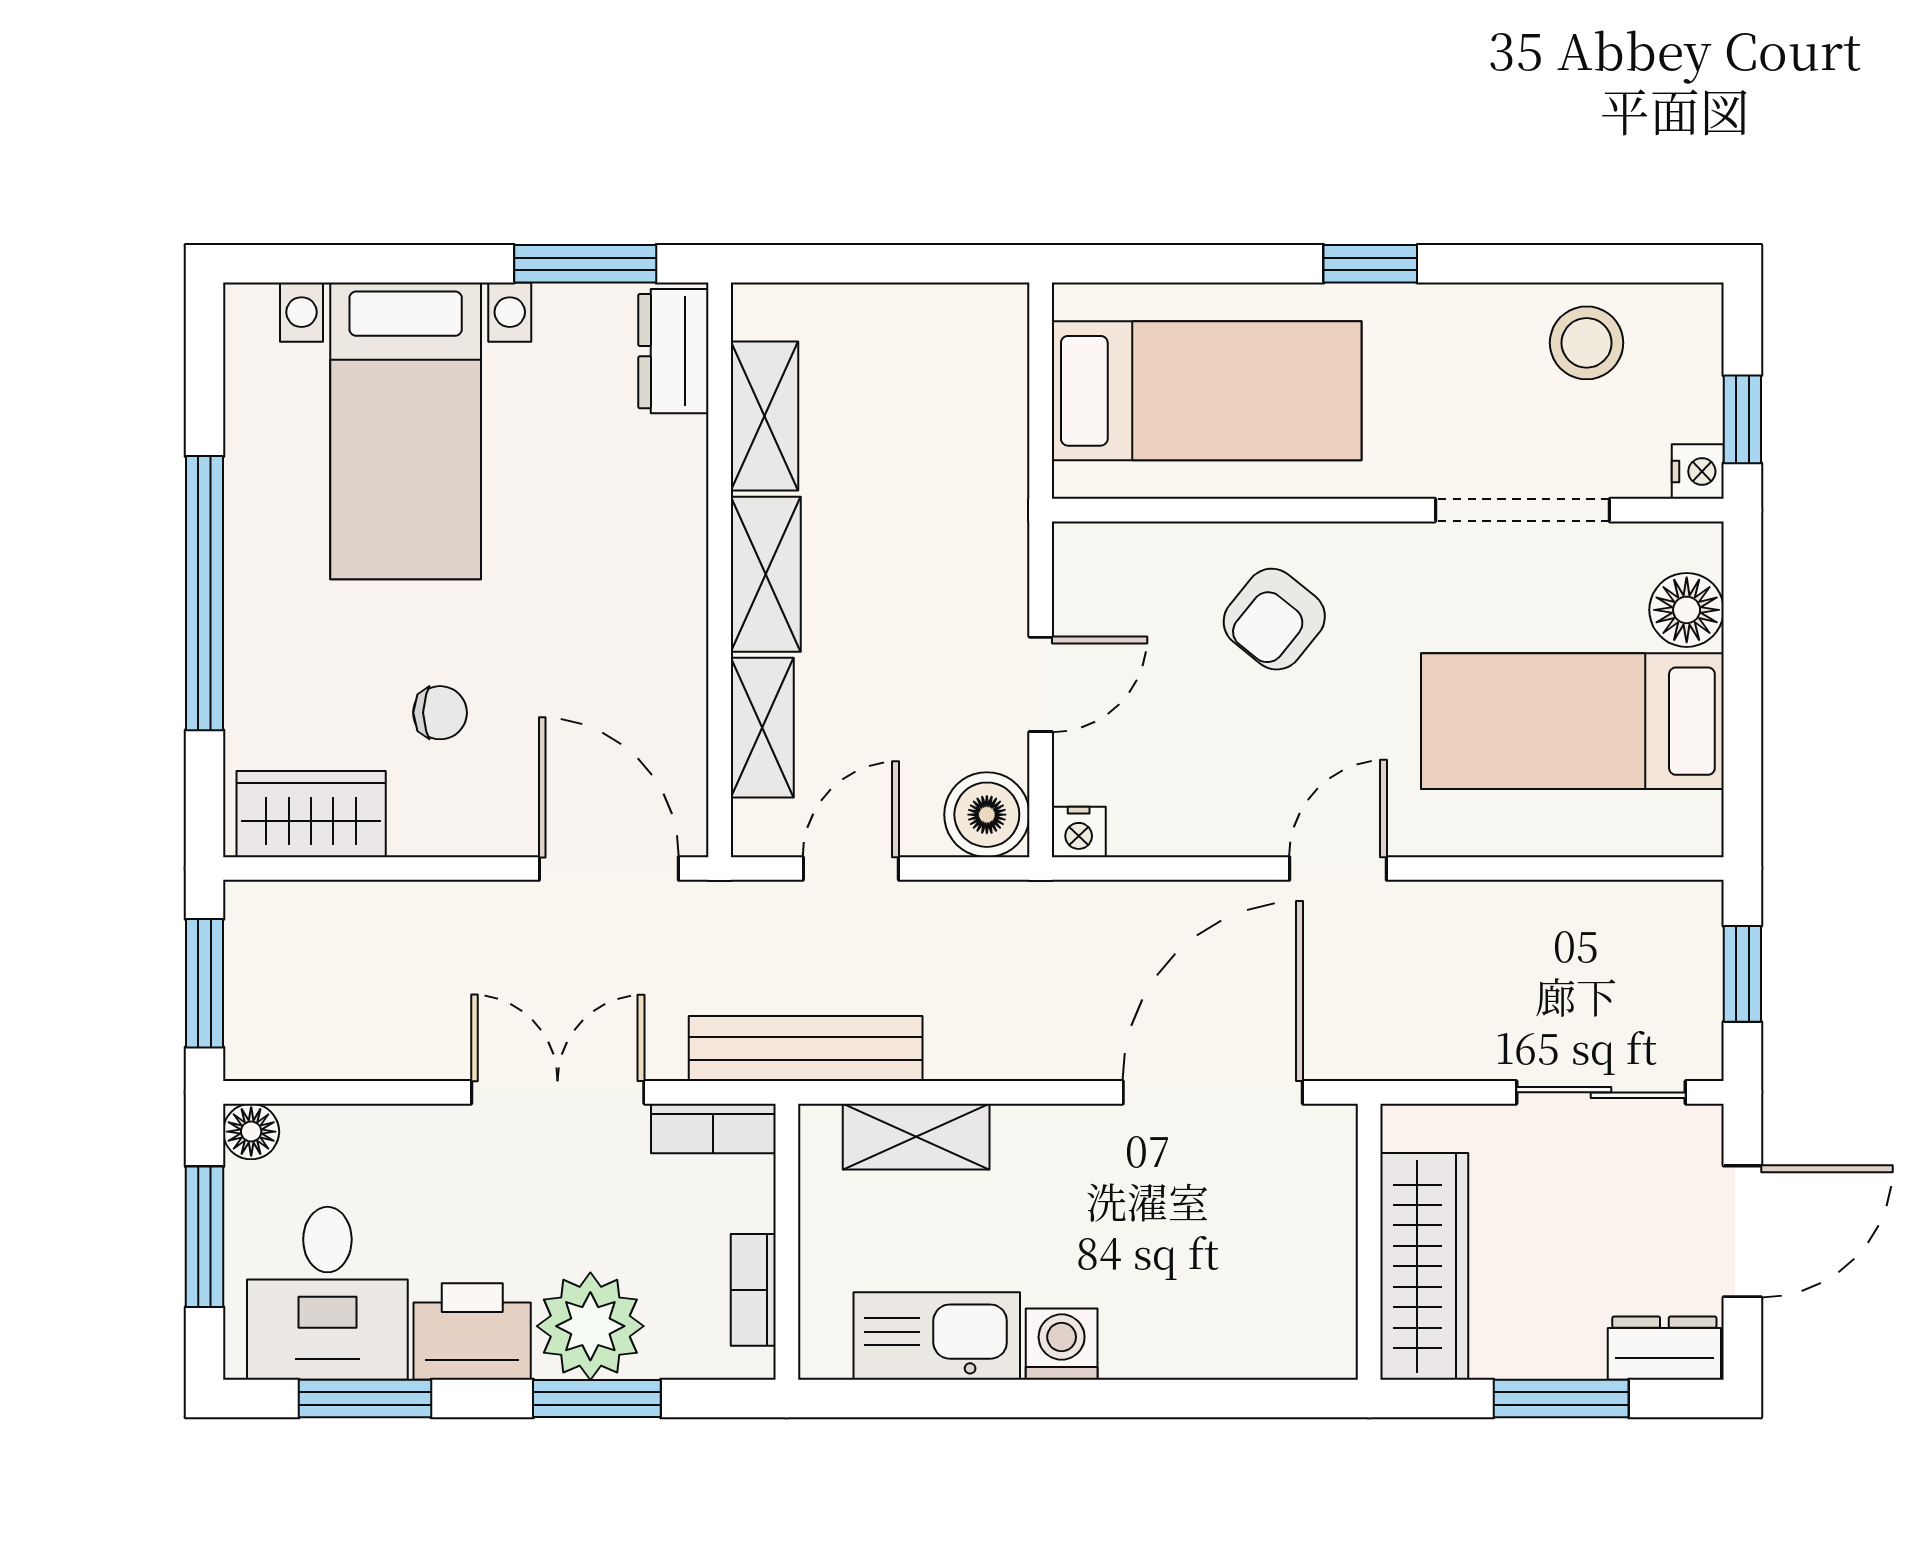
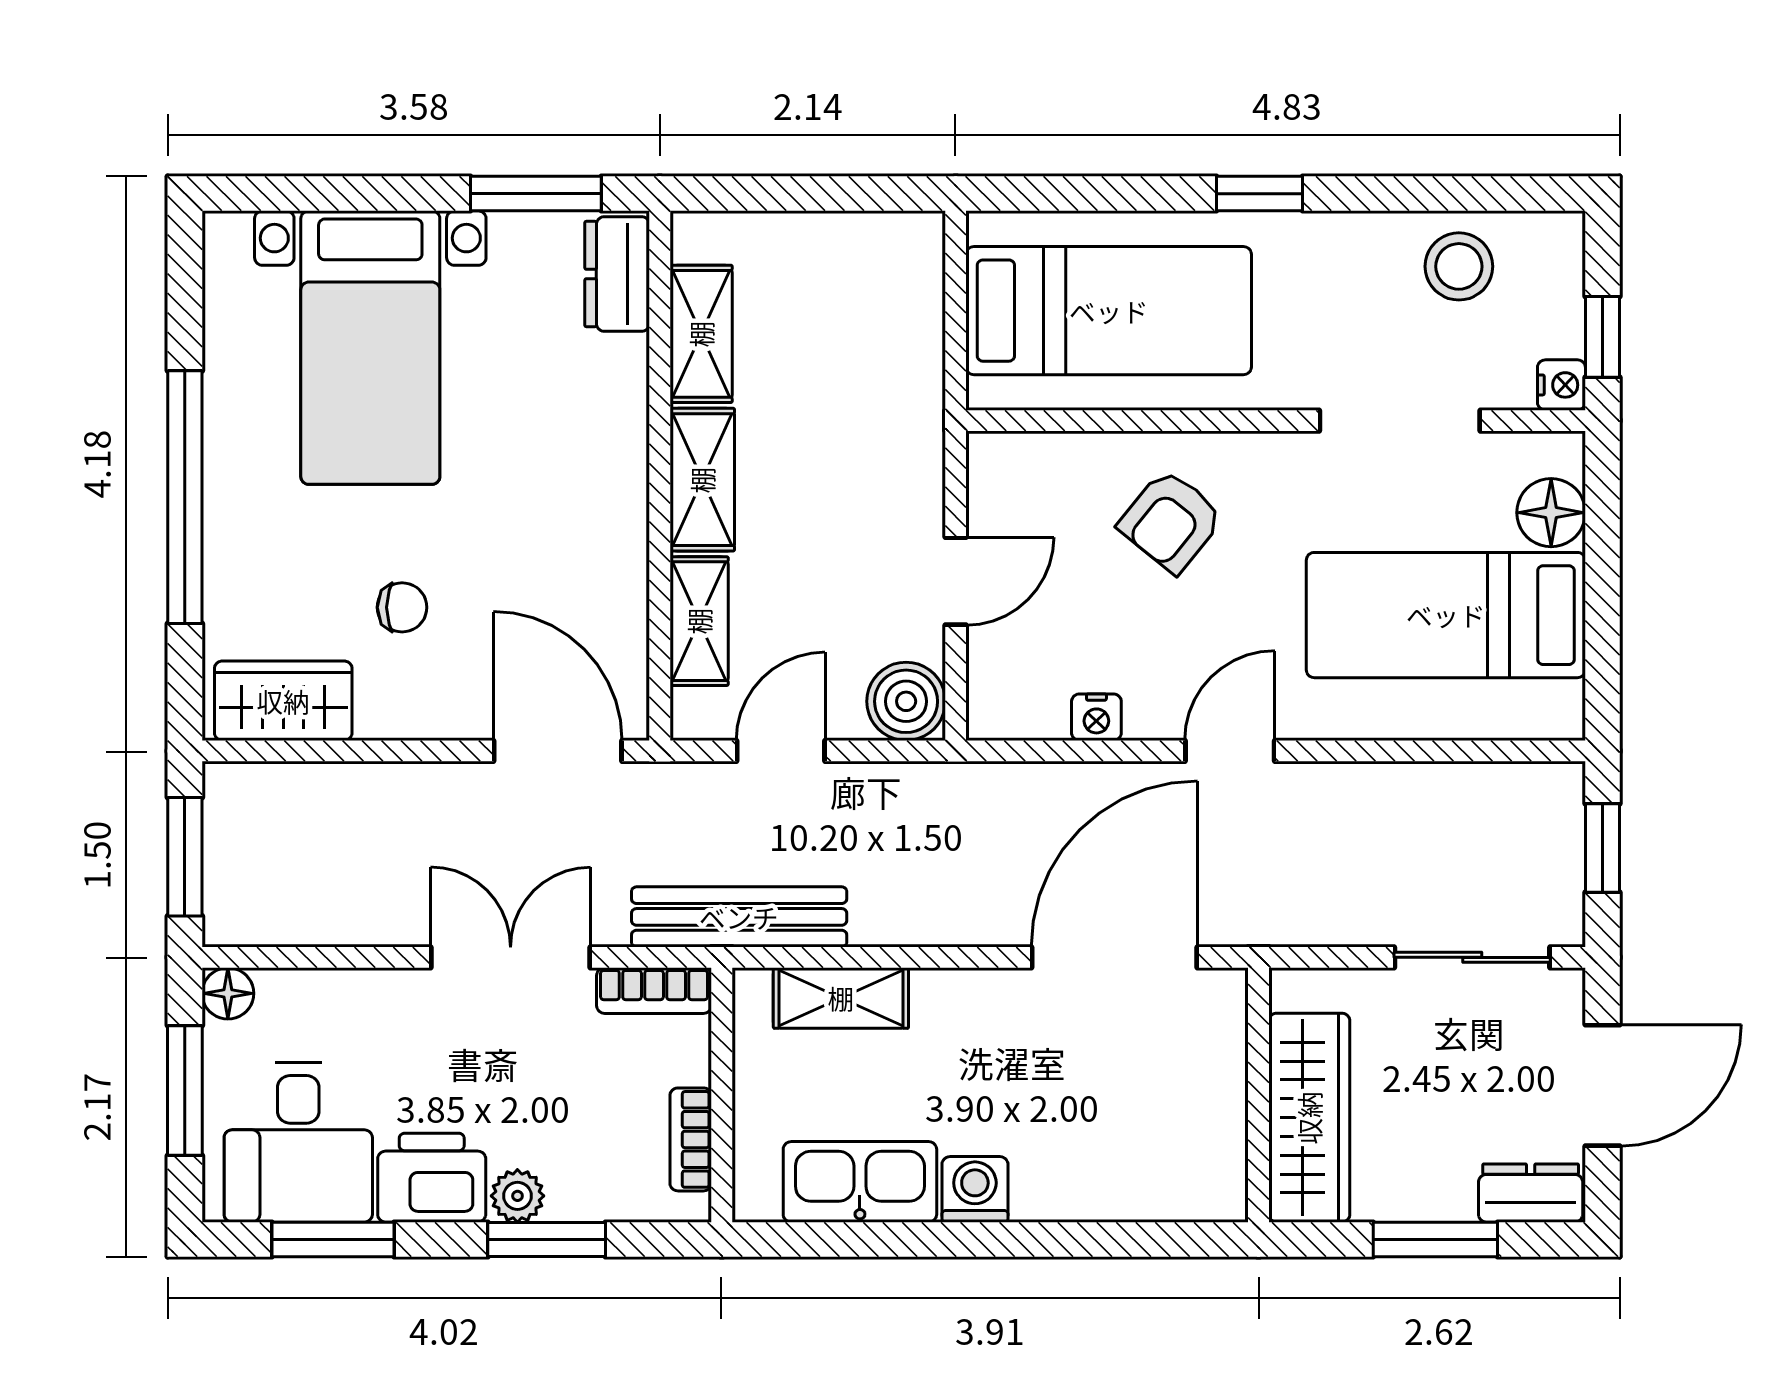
nightstand: (1079, 832) -> (1096, 717), moved
plant: (590, 1326) -> (517, 1196), width x0.53, depth x0.53

